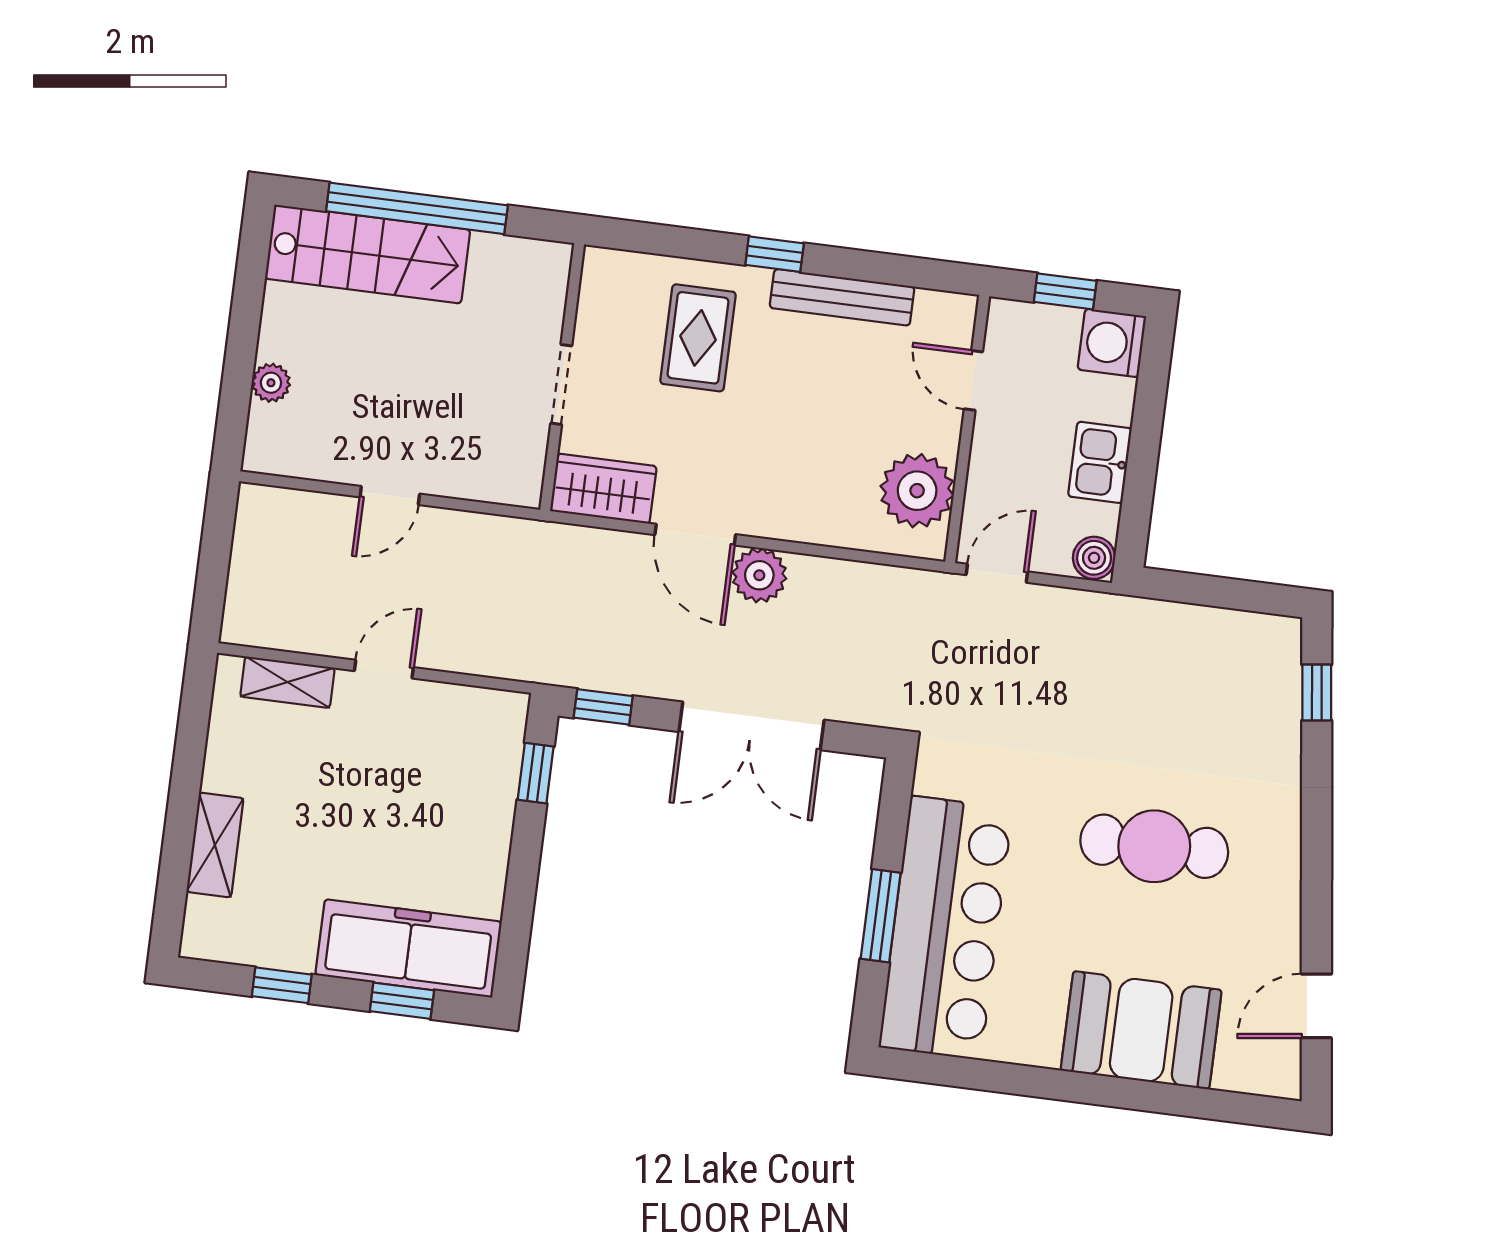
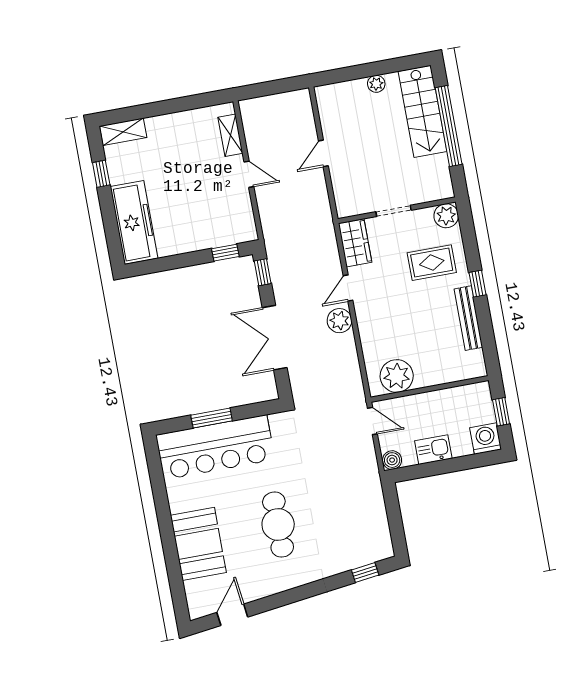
plant: (608, 275) -> (446, 216), added
door: (973, 380) -> (451, 385), removed
plant: (271, 383) -> (376, 84), moved
door: (390, 495) -> (323, 153), hinge flipped
door: (695, 535) -> (348, 288), width x0.73
shelving: (215, 845) -> (123, 132), moved
window: (402, 1001) -> (111, 227), removed
door: (1316, 1006) -> (232, 615), hinge flipped

